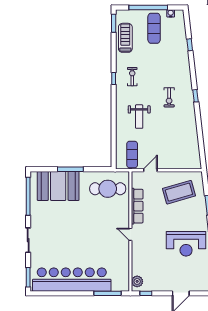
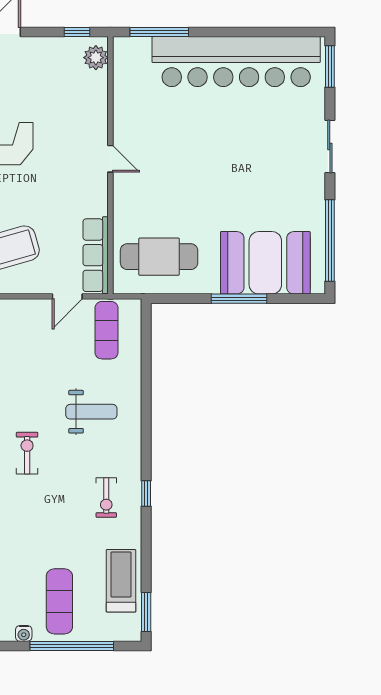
treadmill: (125, 38) -> (121, 581), turned 180
weight bench: (139, 117) -> (91, 412), turned 90
row of seats: (137, 206) -> (96, 255), moved

